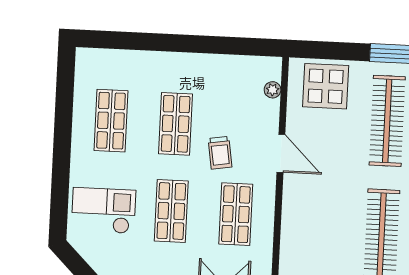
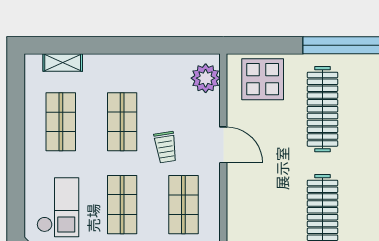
shelving: (116, 58) -> (63, 62), added
plant: (273, 90) -> (206, 78), width x1.88, depth x1.88
checkout: (104, 211) -> (58, 207), turned 90

